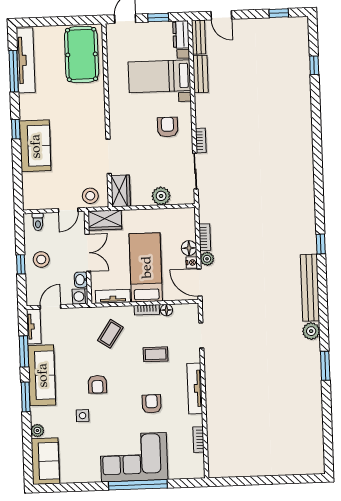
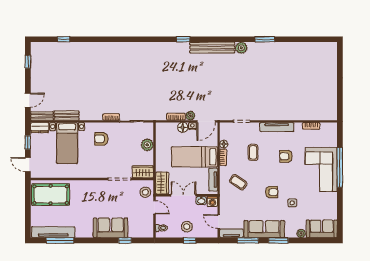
window: (16, 129) -> (125, 240), moved

